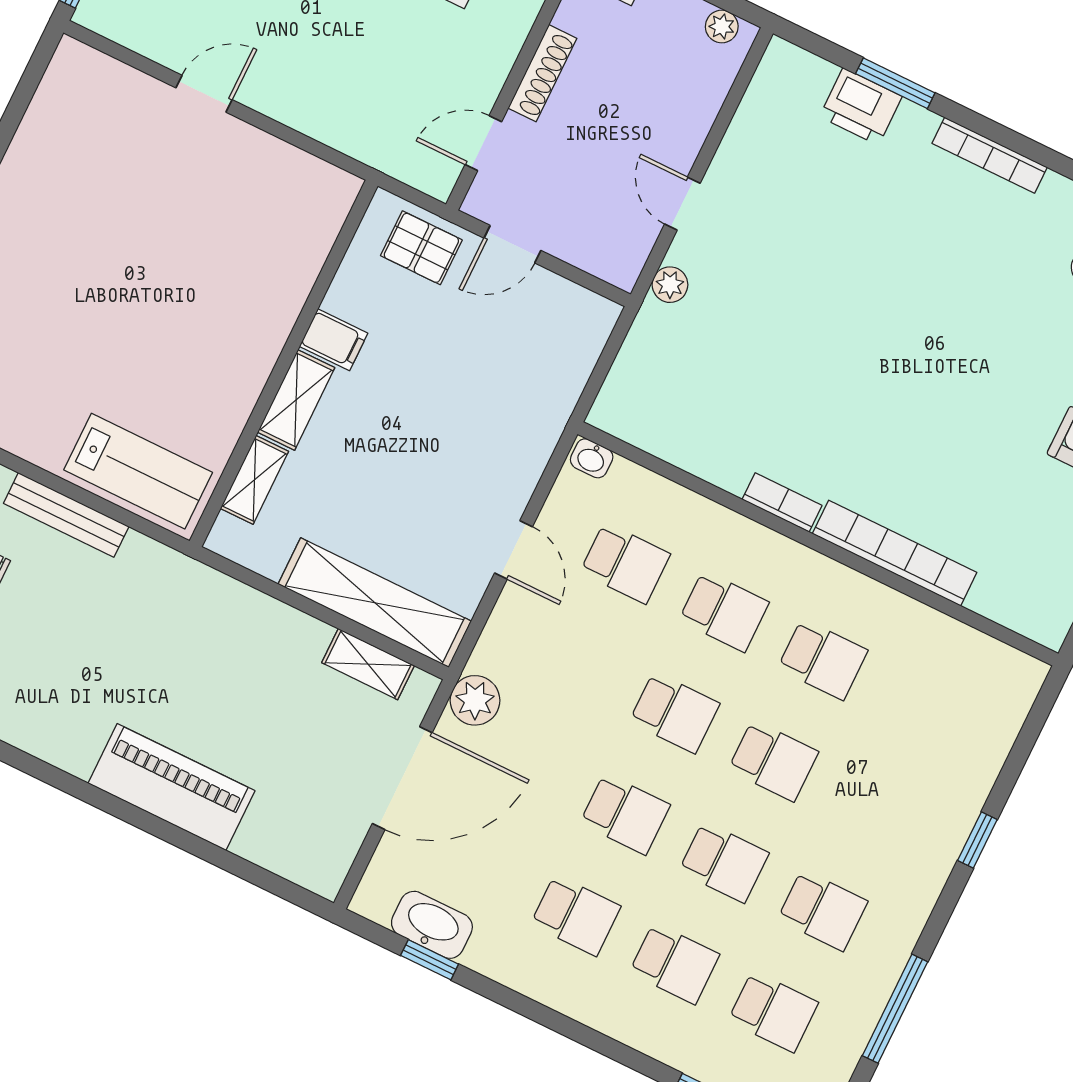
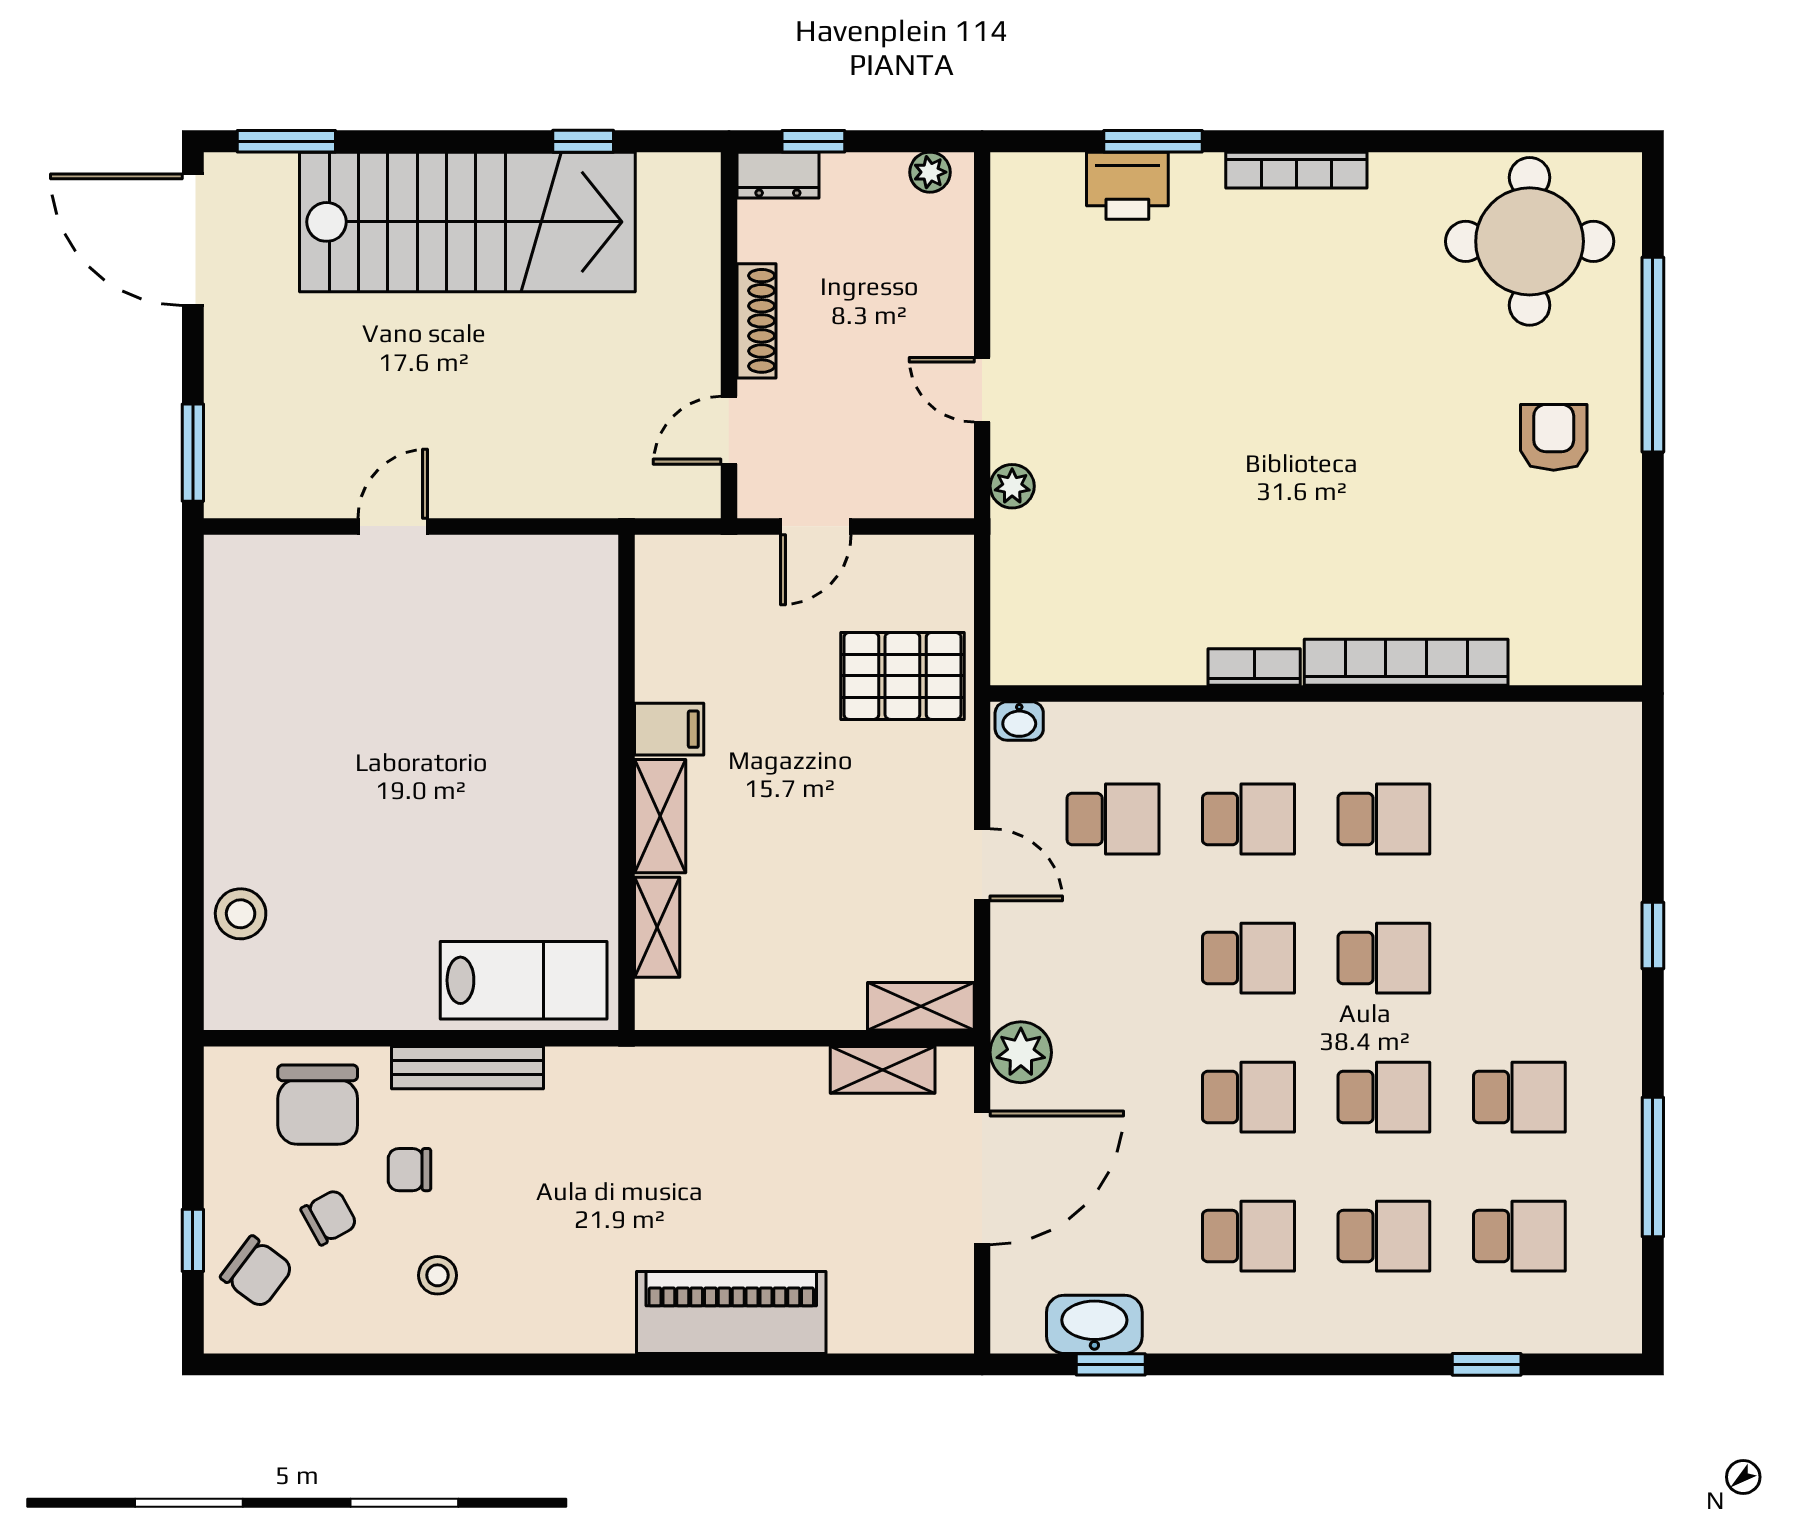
pallet: (421, 248) -> (902, 676), moved, width x1.50, depth x1.42
shelving: (375, 603) -> (921, 1006), width x0.45, depth x0.75

